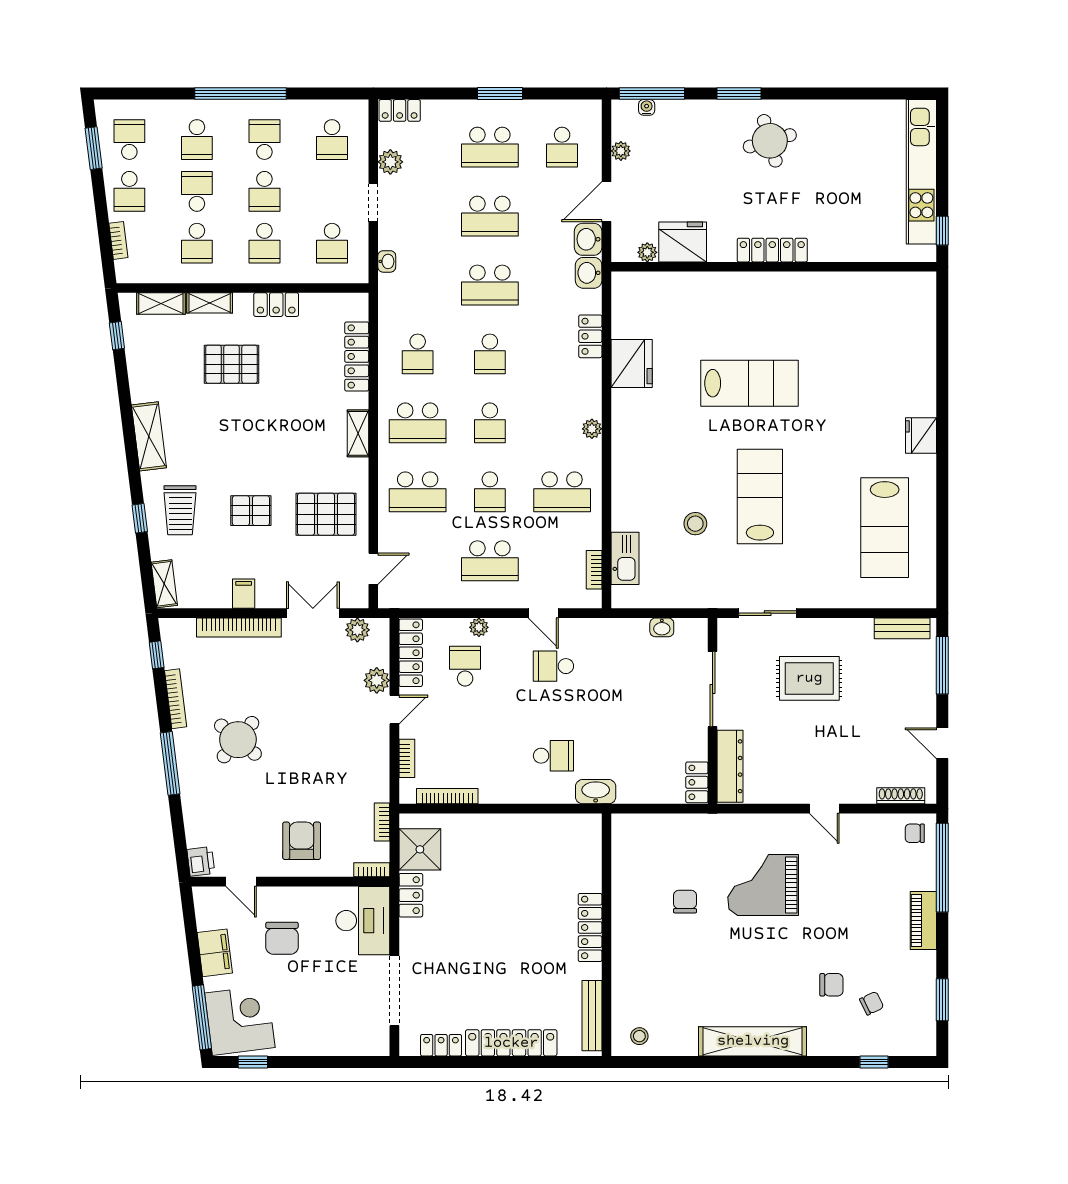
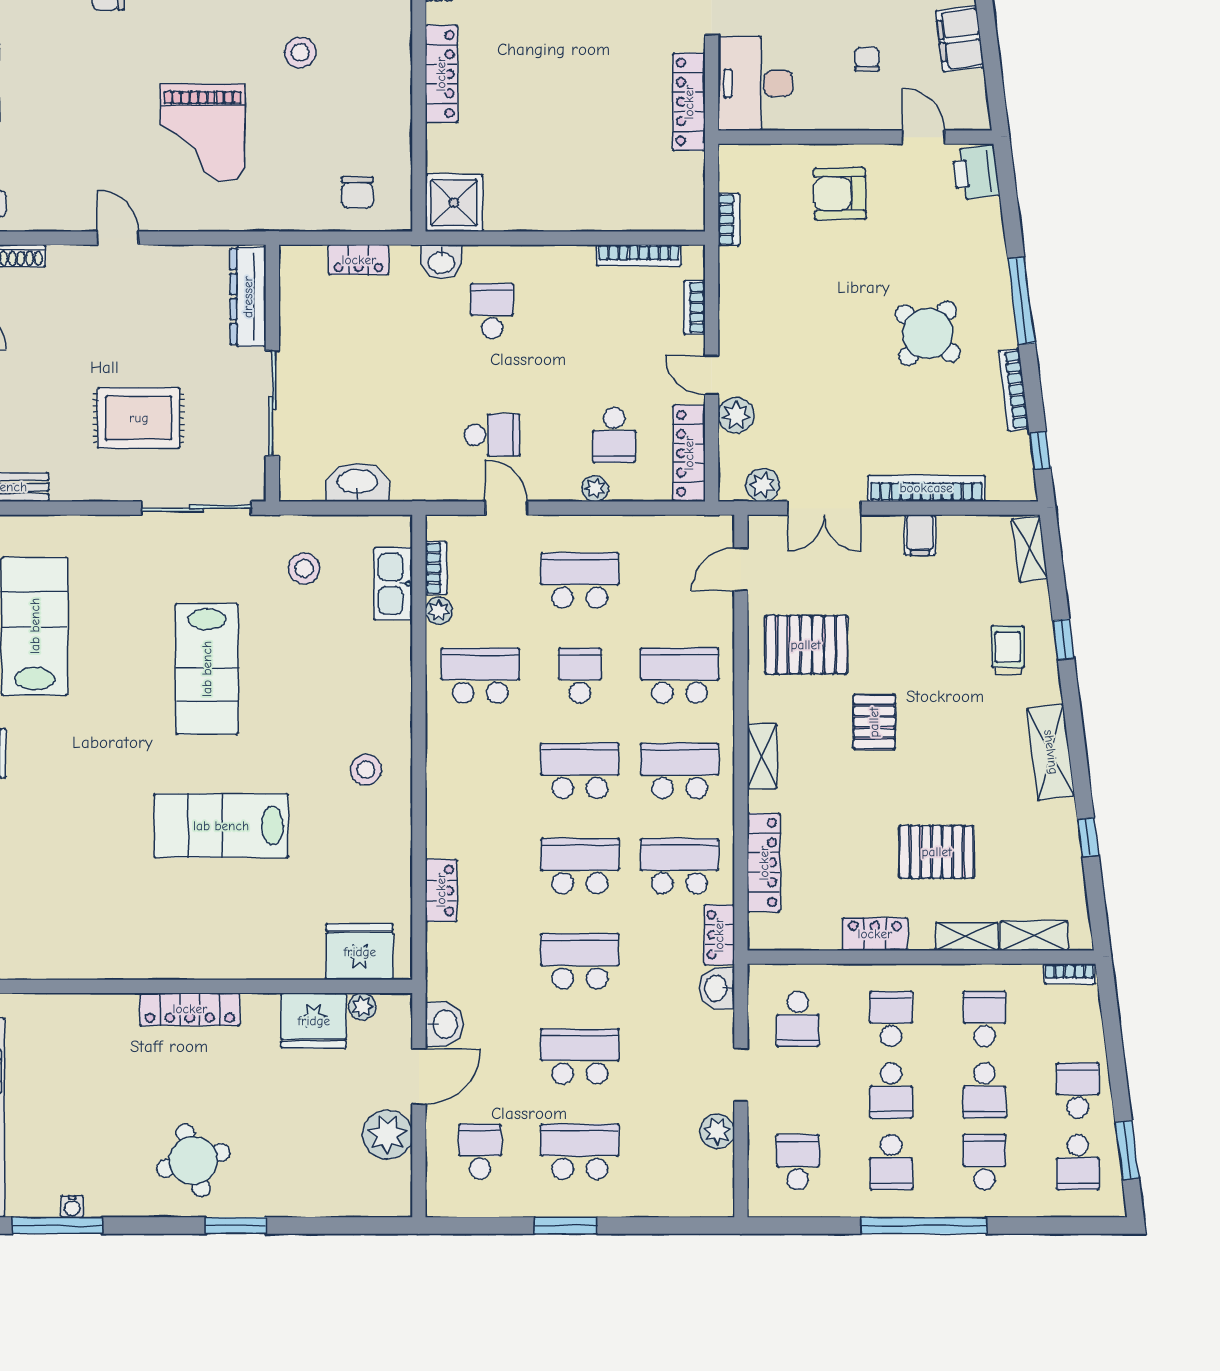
window: (652, 94) -> (57, 1226), moved
water cooler: (647, 107) -> (72, 1207), moved
locker: (400, 110) -> (719, 935), moved, turned -90
plant: (621, 151) -> (387, 1135), width x1.87, depth x1.87
school desk: (264, 191) -> (891, 1091), turned 180
bookcase: (118, 240) -> (1070, 974), moved, turned -83
school desk: (332, 243) -> (798, 1019), turned 180
washbasin: (387, 261) -> (717, 988), width x1.38, depth x1.45
washbasin: (589, 273) -> (443, 978), removed
window: (117, 336) -> (1088, 837), moved
school desk: (418, 354) -> (680, 866), width x1.85
school desk: (490, 354) -> (580, 866), width x1.85
fridge: (632, 363) -> (360, 952), moved, turned 90
school desk: (490, 423) -> (580, 771), width x1.85
stool: (645, 424) -> (366, 770), added
plant: (592, 429) -> (439, 611), moved
trolley: (180, 510) -> (1008, 650), width x0.73, depth x0.72
pallet: (251, 511) -> (874, 722), moved, turned 90
stool: (695, 524) -> (304, 568), moved
sliding door: (768, 613) -> (196, 508), width x1.37
washbasin: (662, 627) -> (357, 482), width x1.91, depth x1.45
door: (394, 710) -> (712, 375), hinge flipped
school desk: (553, 756) -> (492, 311), turned 90
locker: (697, 782) -> (359, 260), moved, turned 90
washbasin: (596, 792) -> (441, 261), width x0.72
armchair: (302, 841) -> (840, 194), turned 89
shower: (420, 849) -> (454, 203), moved
printer: (201, 861) -> (976, 172), width x1.36, depth x1.24
bookcase: (372, 870) -> (743, 154), removed
grand piano: (763, 885) -> (202, 133), turned 90
locker: (411, 895) -> (689, 102), width x1.53
chair: (685, 902) -> (357, 192), moved
chair: (282, 938) -> (867, 59), width x0.54, depth x0.54
stool: (692, 943) -> (300, 53), added

